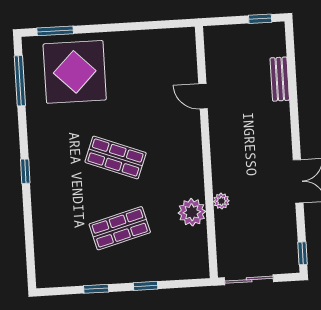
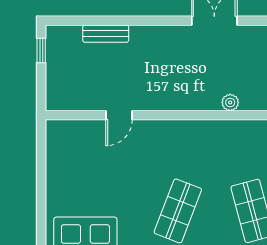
plant: (192, 212) -> (240, 134), removed

